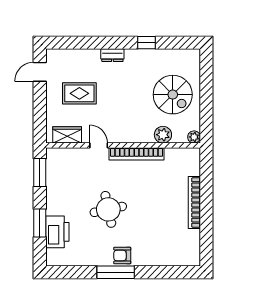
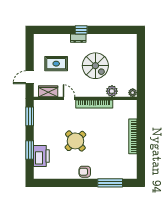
window: (146, 43) -> (81, 30), moved
door: (40, 72) -> (30, 77), moved
spiral stairs: (173, 95) -> (95, 66), moved
round table: (108, 209) -> (75, 141), turned -31
window: (116, 272) -> (110, 183), moved

